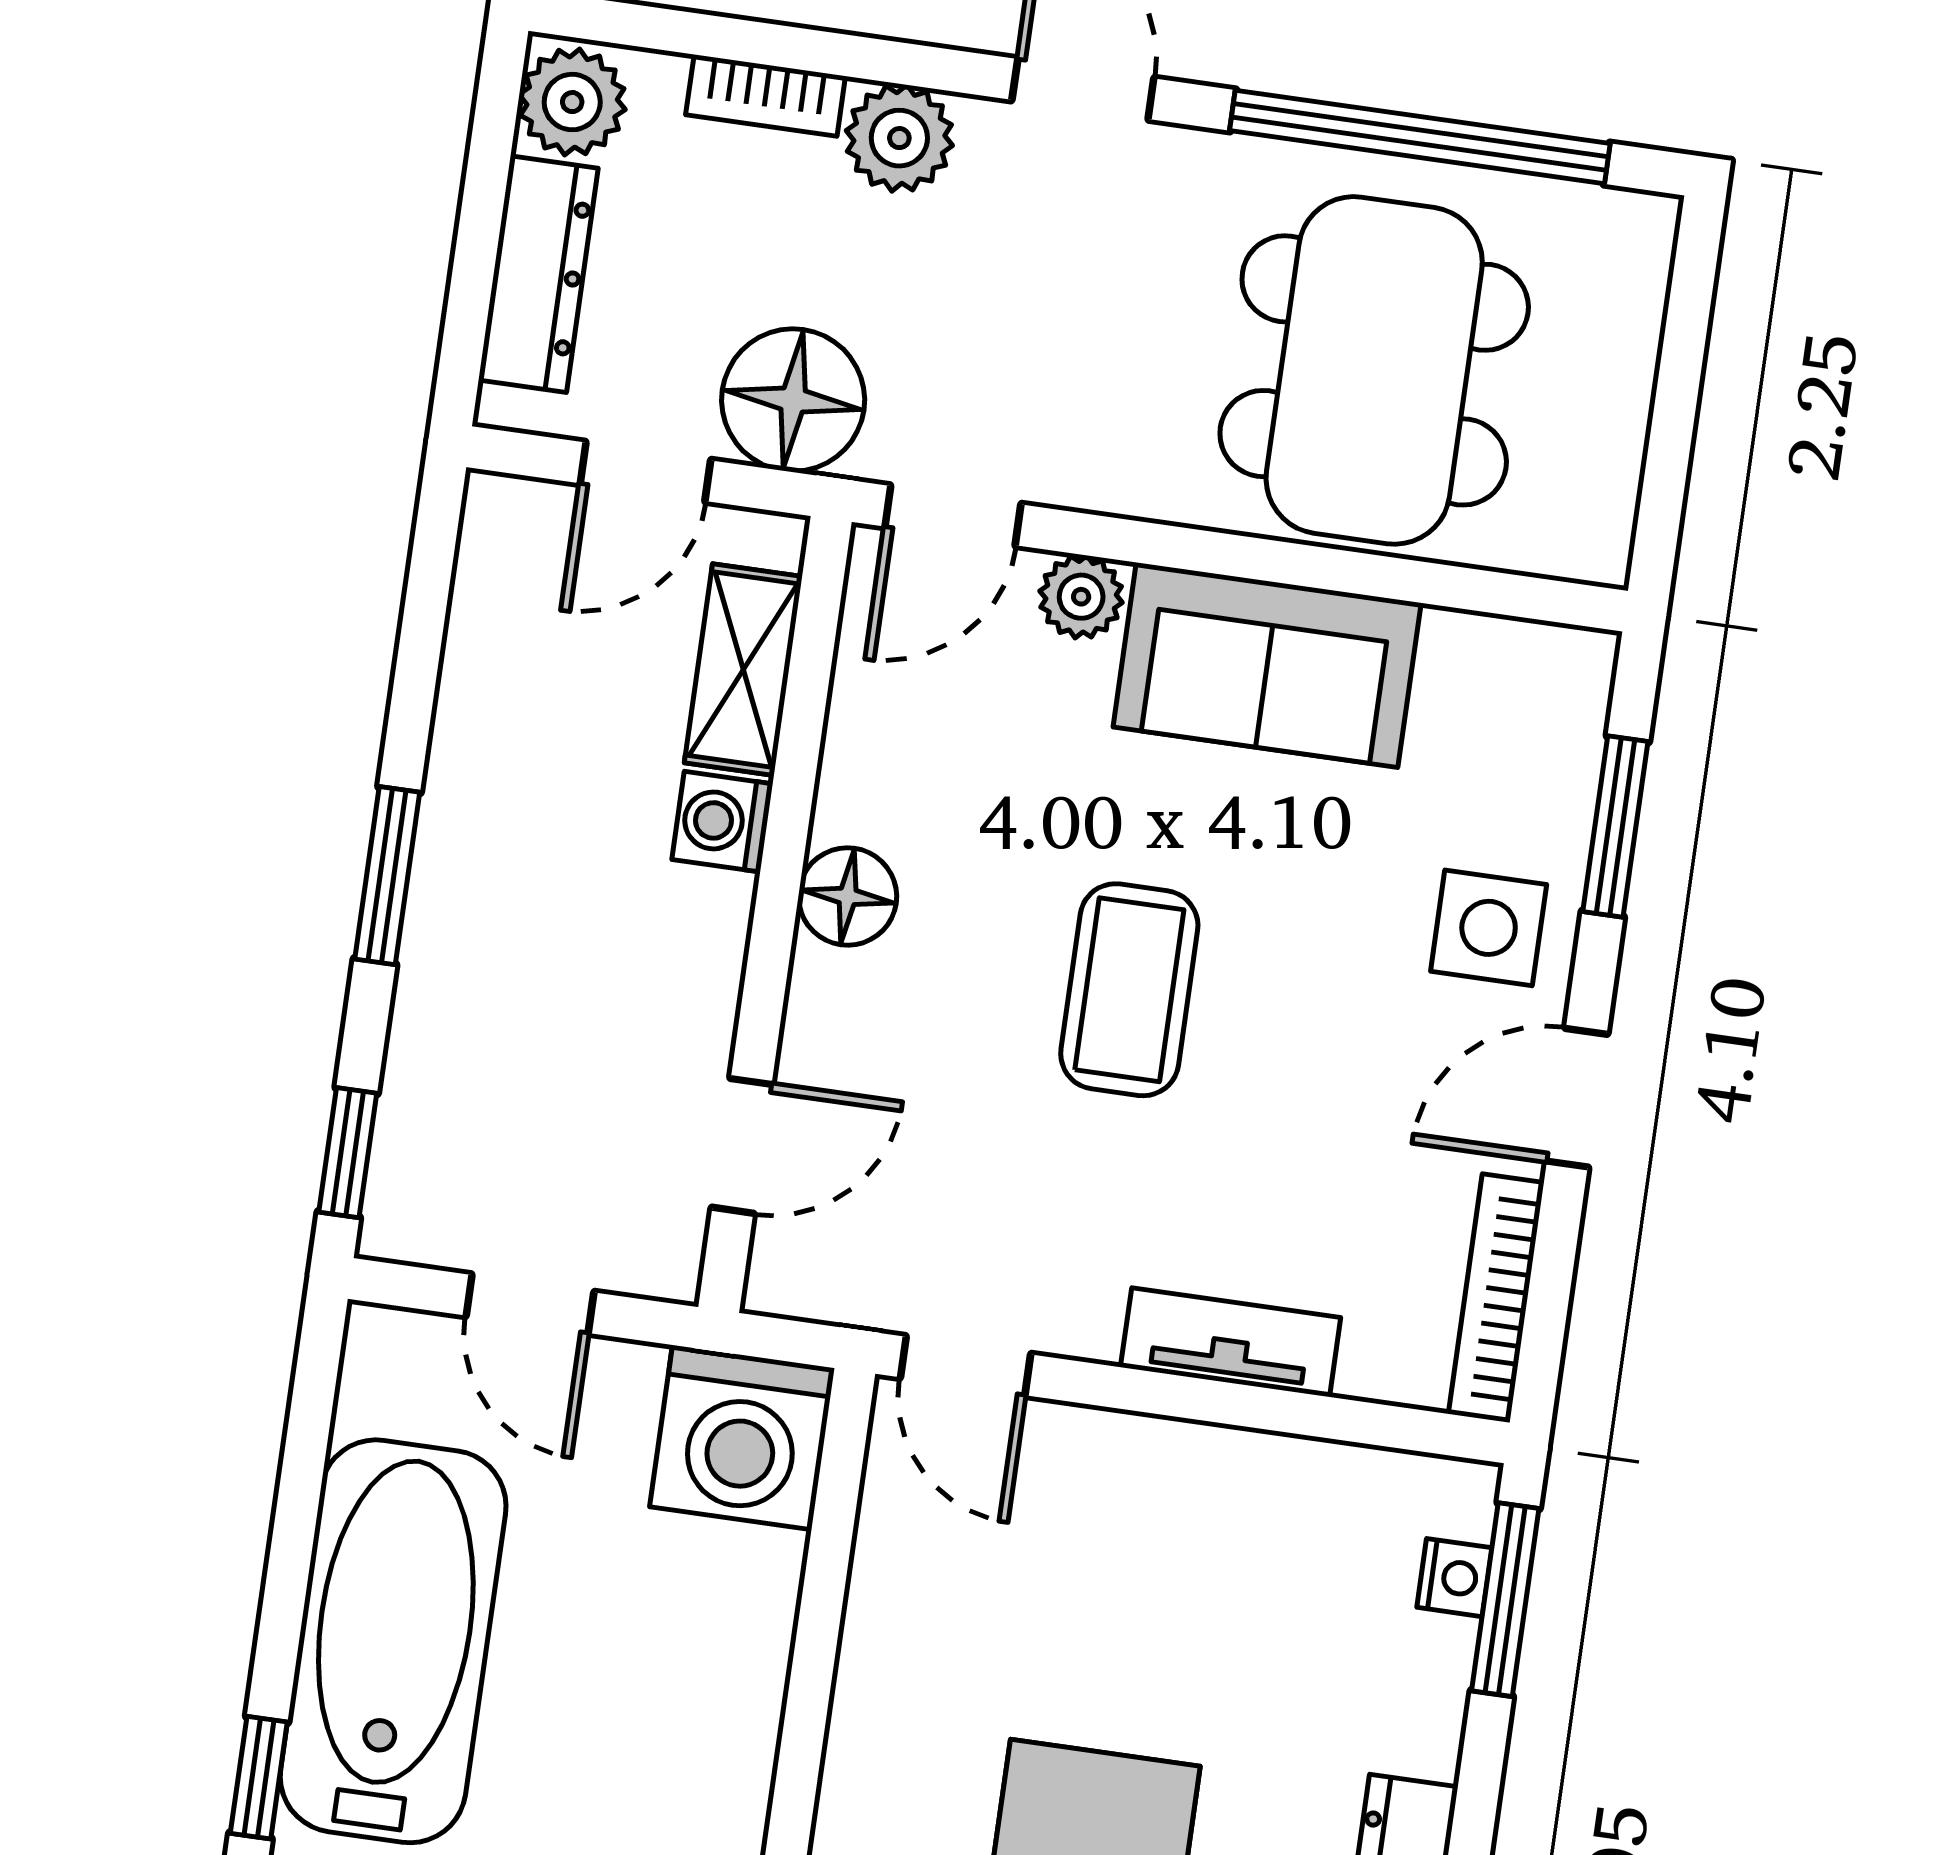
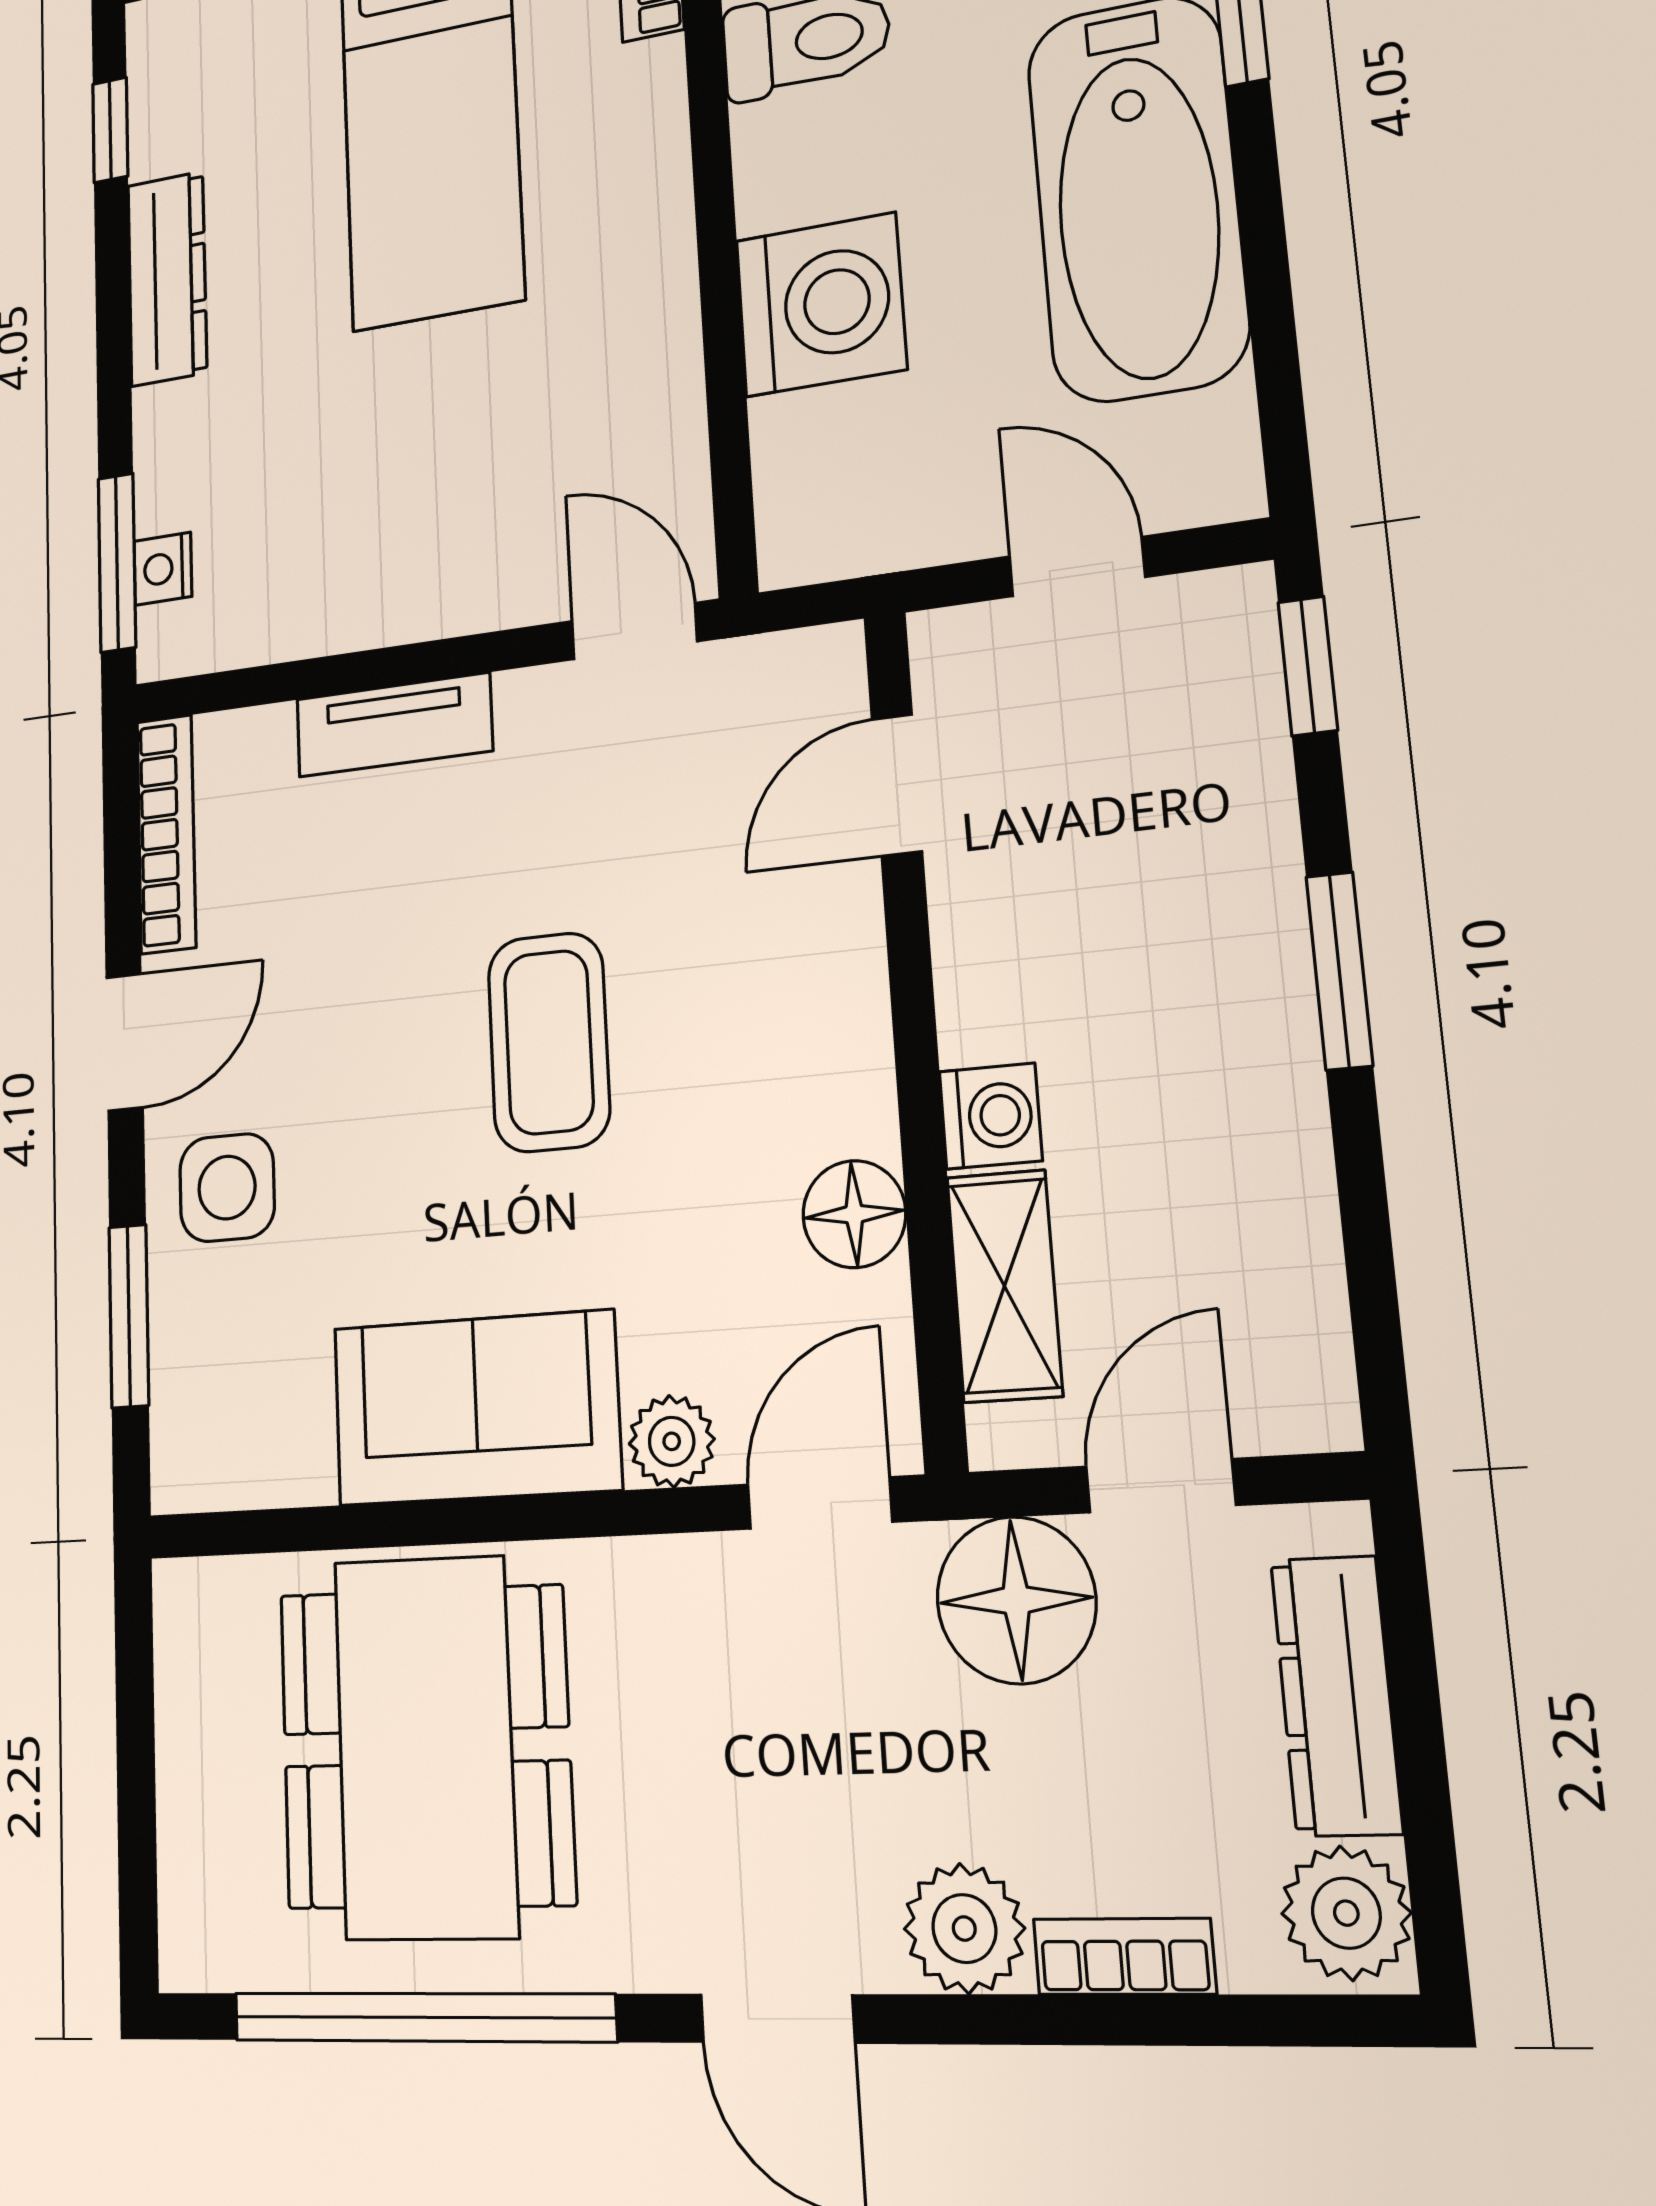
floor lamp: (848, 896) -> (854, 1214), moved
washing machine: (742, 1437) -> (821, 305), moved, turned 90

